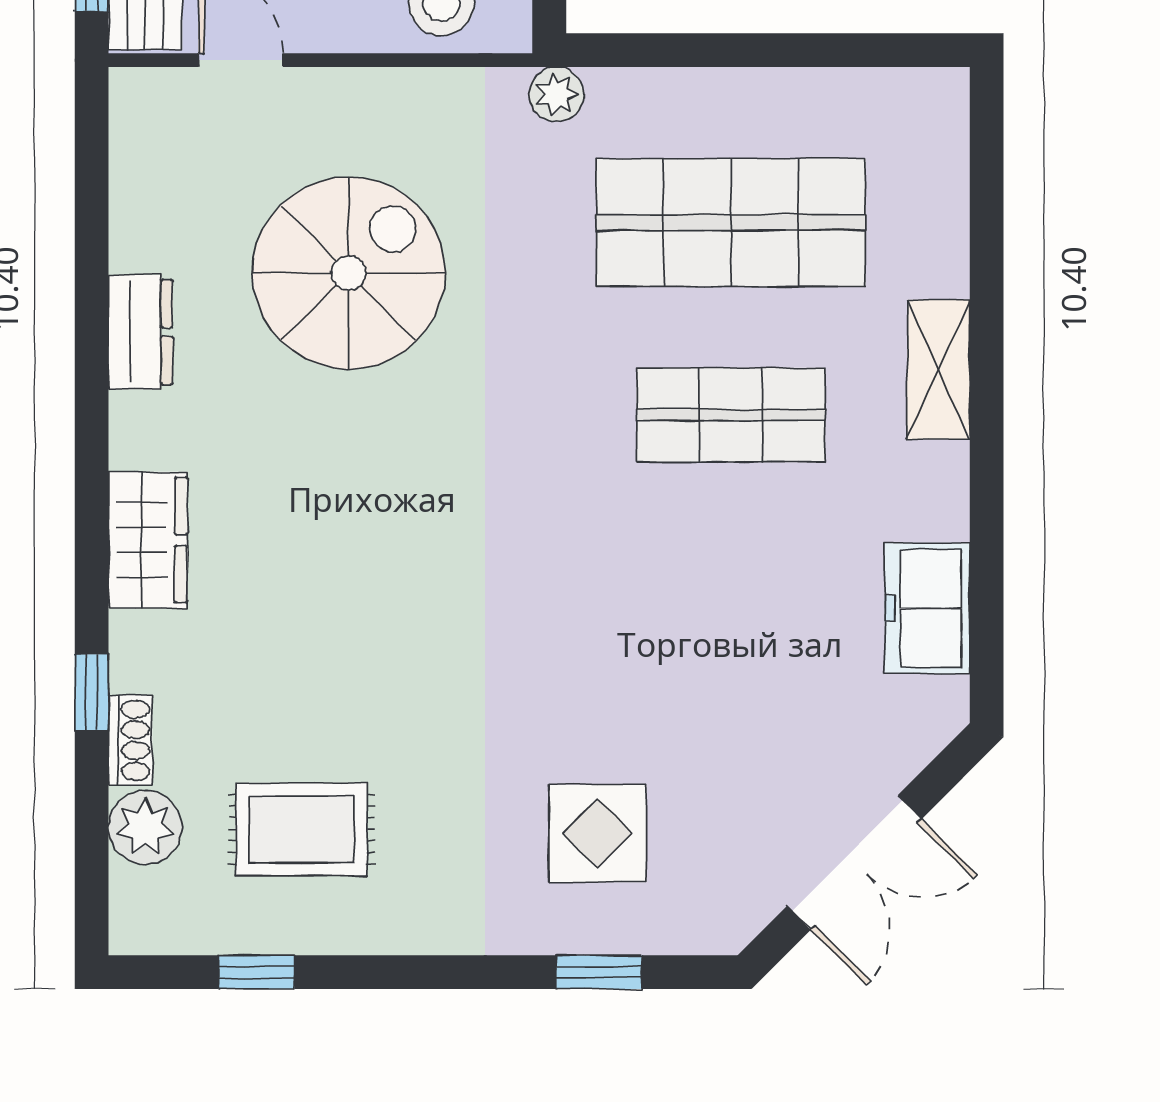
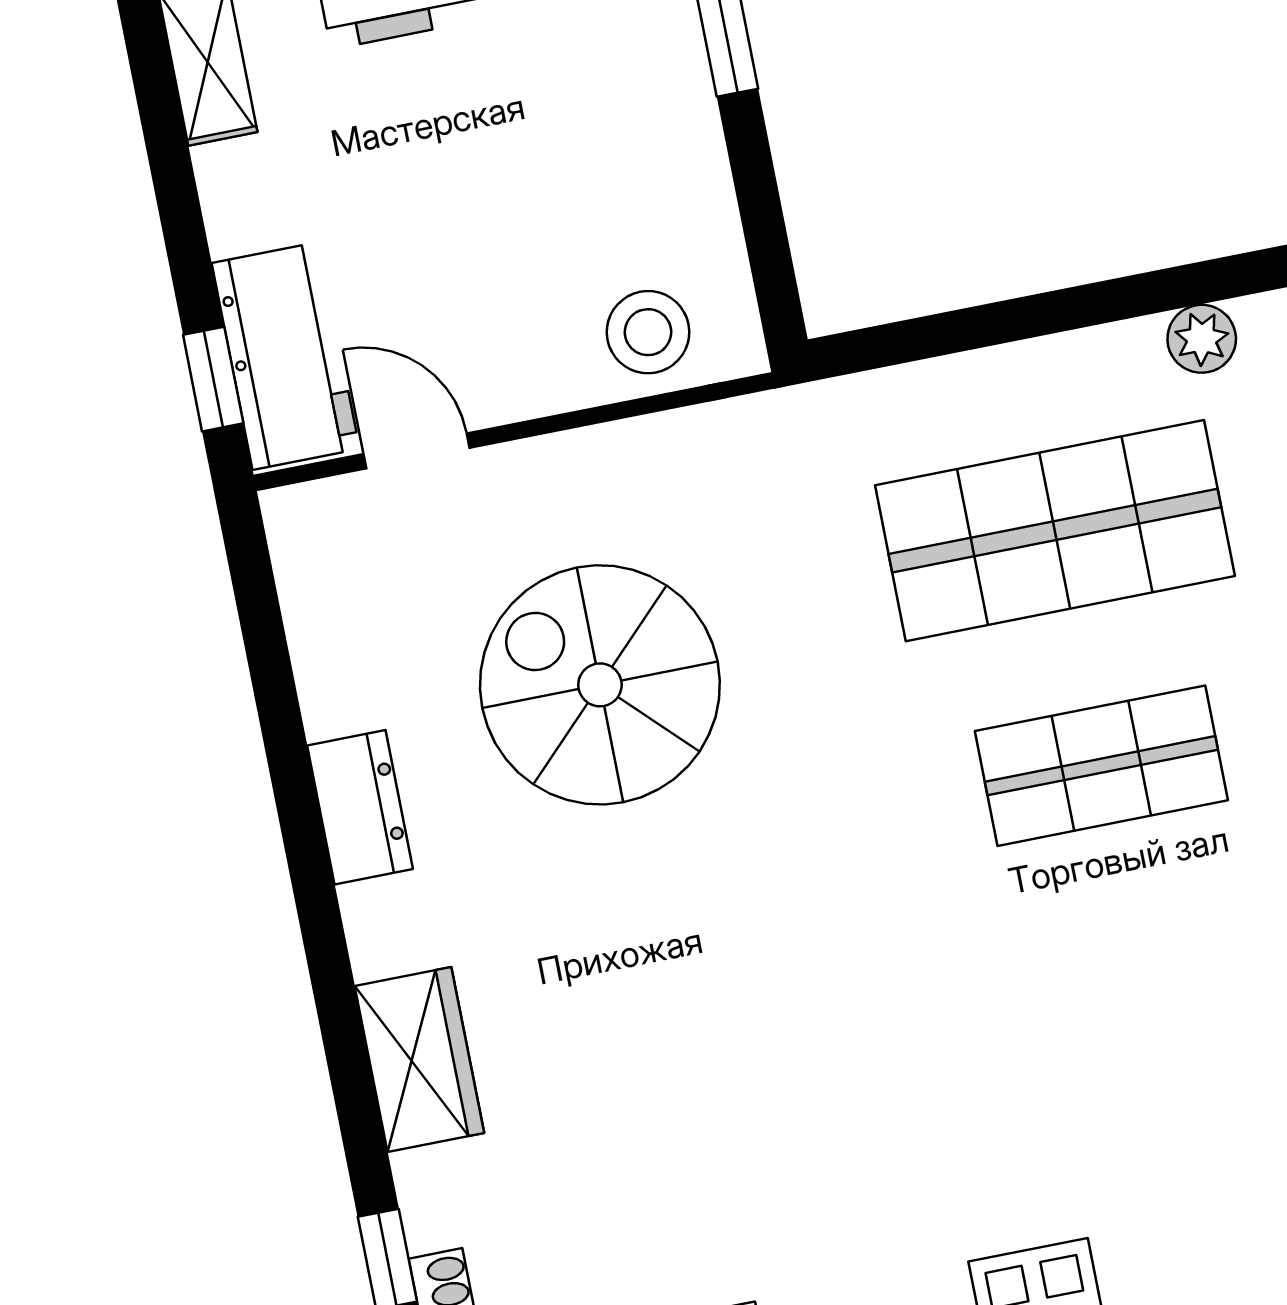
plant: (556, 94) -> (1202, 339), moved
spiral stairs: (349, 273) -> (600, 685), turned -90

